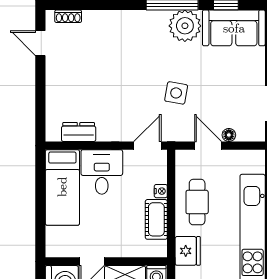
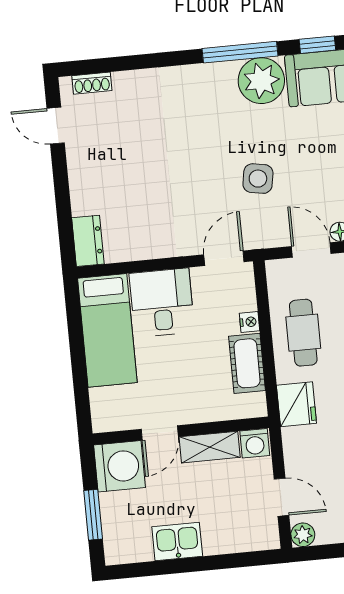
dresser: (79, 132) -> (88, 241), moved, turned 90

